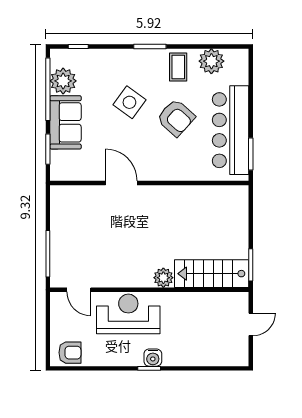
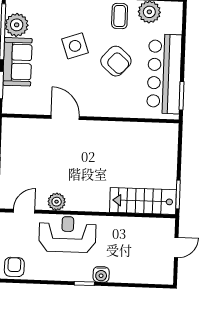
side table: (129, 102) -> (75, 46), turned 35
plant: (163, 278) -> (57, 202), moved
door: (79, 290) -> (24, 211), swing flipped
armchair: (70, 353) -> (14, 267), turned -90
water cooler: (153, 358) -> (101, 274), moved

